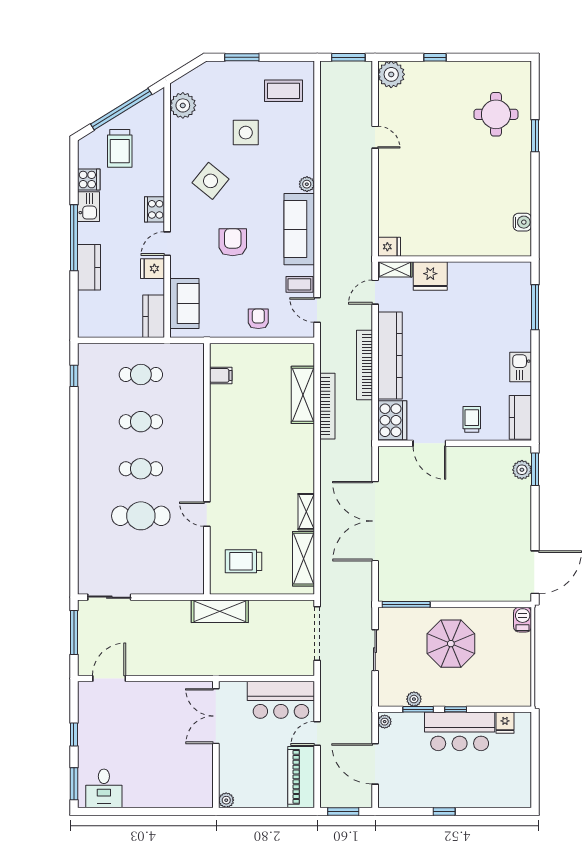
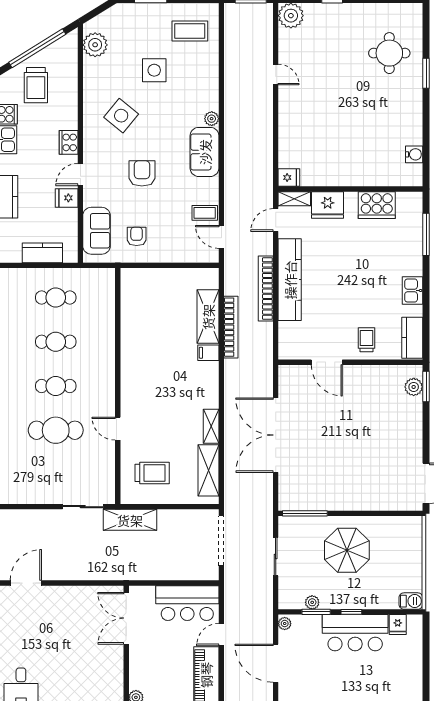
sofa: (299, 229) -> (205, 152), width x0.73
kitchen counter: (154, 316) -> (42, 253), moved, turned 90
armchair: (258, 319) -> (137, 236), moved
filing cabinet: (221, 375) -> (208, 353), moved, turned 180
cooker: (392, 420) -> (377, 205), moved, turned 90
trolley: (244, 561) -> (152, 473), turned 180
sliding door: (109, 597) -> (83, 507), moved
barbecue: (523, 620) -> (411, 601), moved, turned 90

